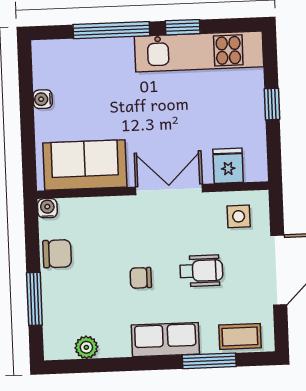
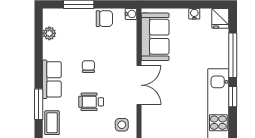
fridge: (228, 166) -> (220, 18), moved, turned 90
chair: (57, 254) -> (104, 19), turned -90
wheelchair: (201, 271) -> (91, 102), turned 90

